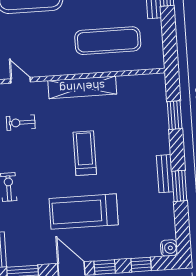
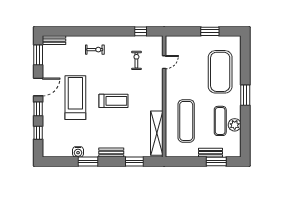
shelving: (82, 87) -> (157, 133), moved
bench: (165, 174) -> (111, 152), moved
water cooler: (169, 248) -> (78, 152), moved

